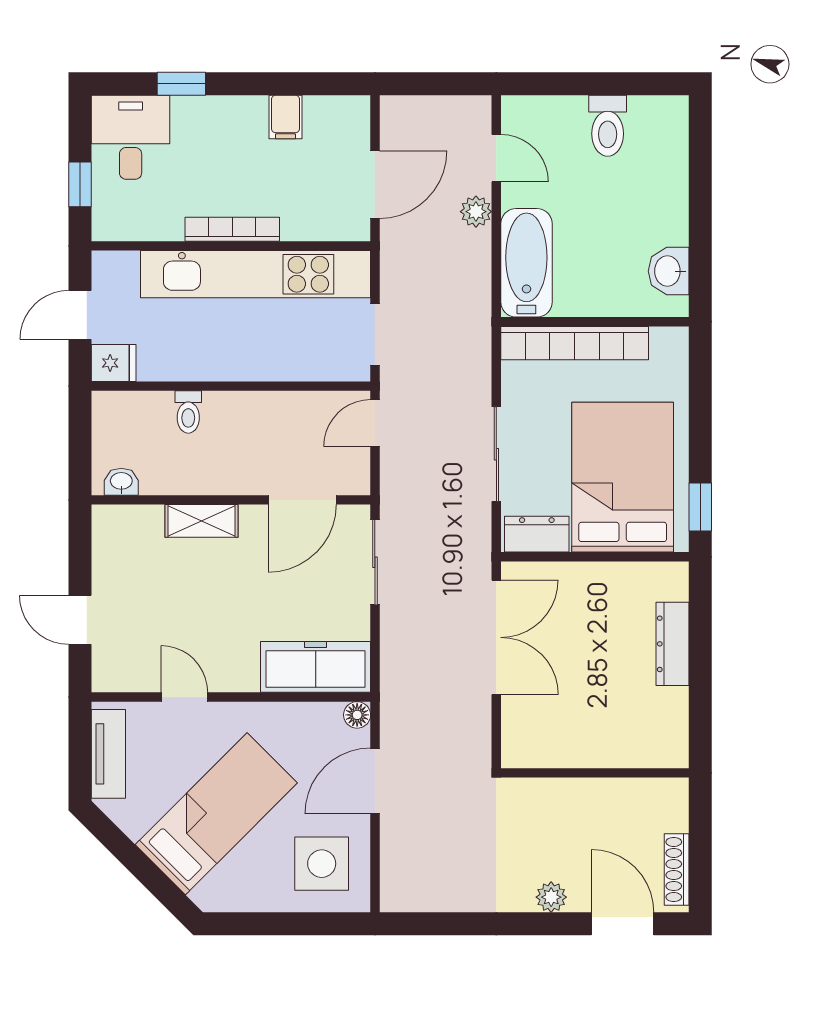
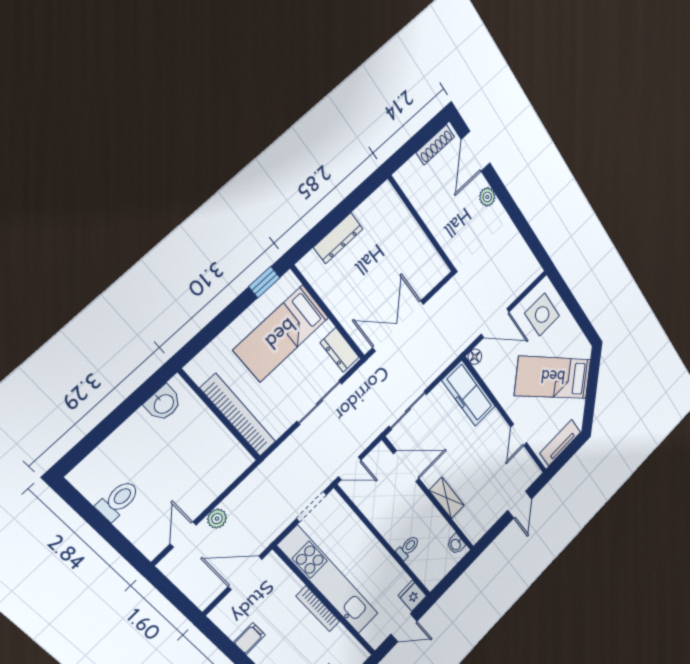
bathtub: (526, 263) -> (220, 473), removed
bed: (623, 477) -> (281, 334), width x0.67

